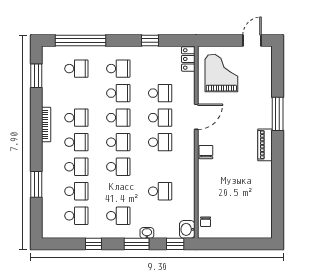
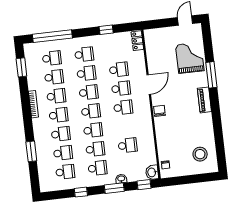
grand piano: (221, 73) -> (190, 58), moved
school desk: (76, 93) -> (54, 77), added
school desk: (118, 191) -> (95, 149), added
stool: (251, 213) -> (200, 154), added

